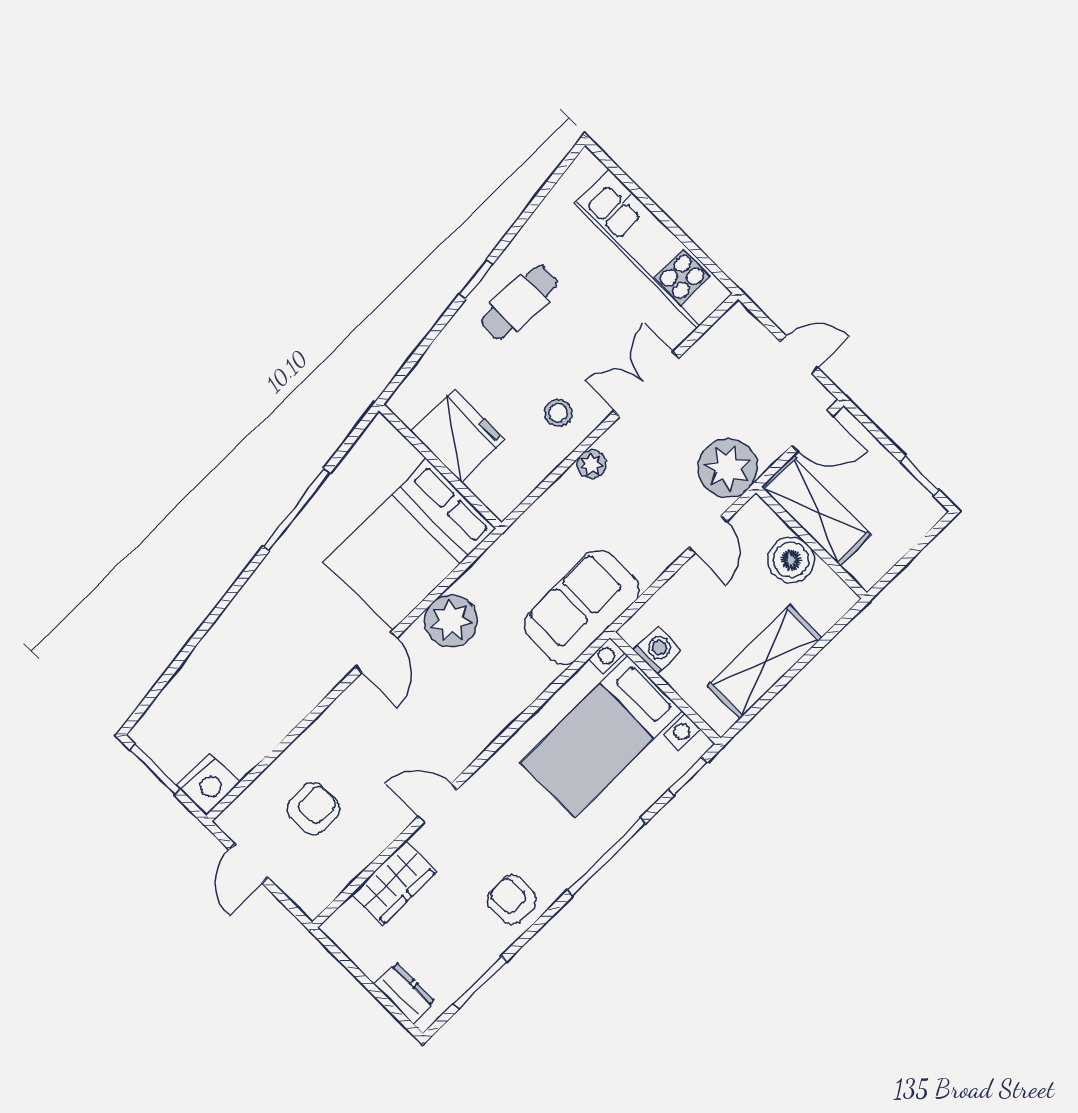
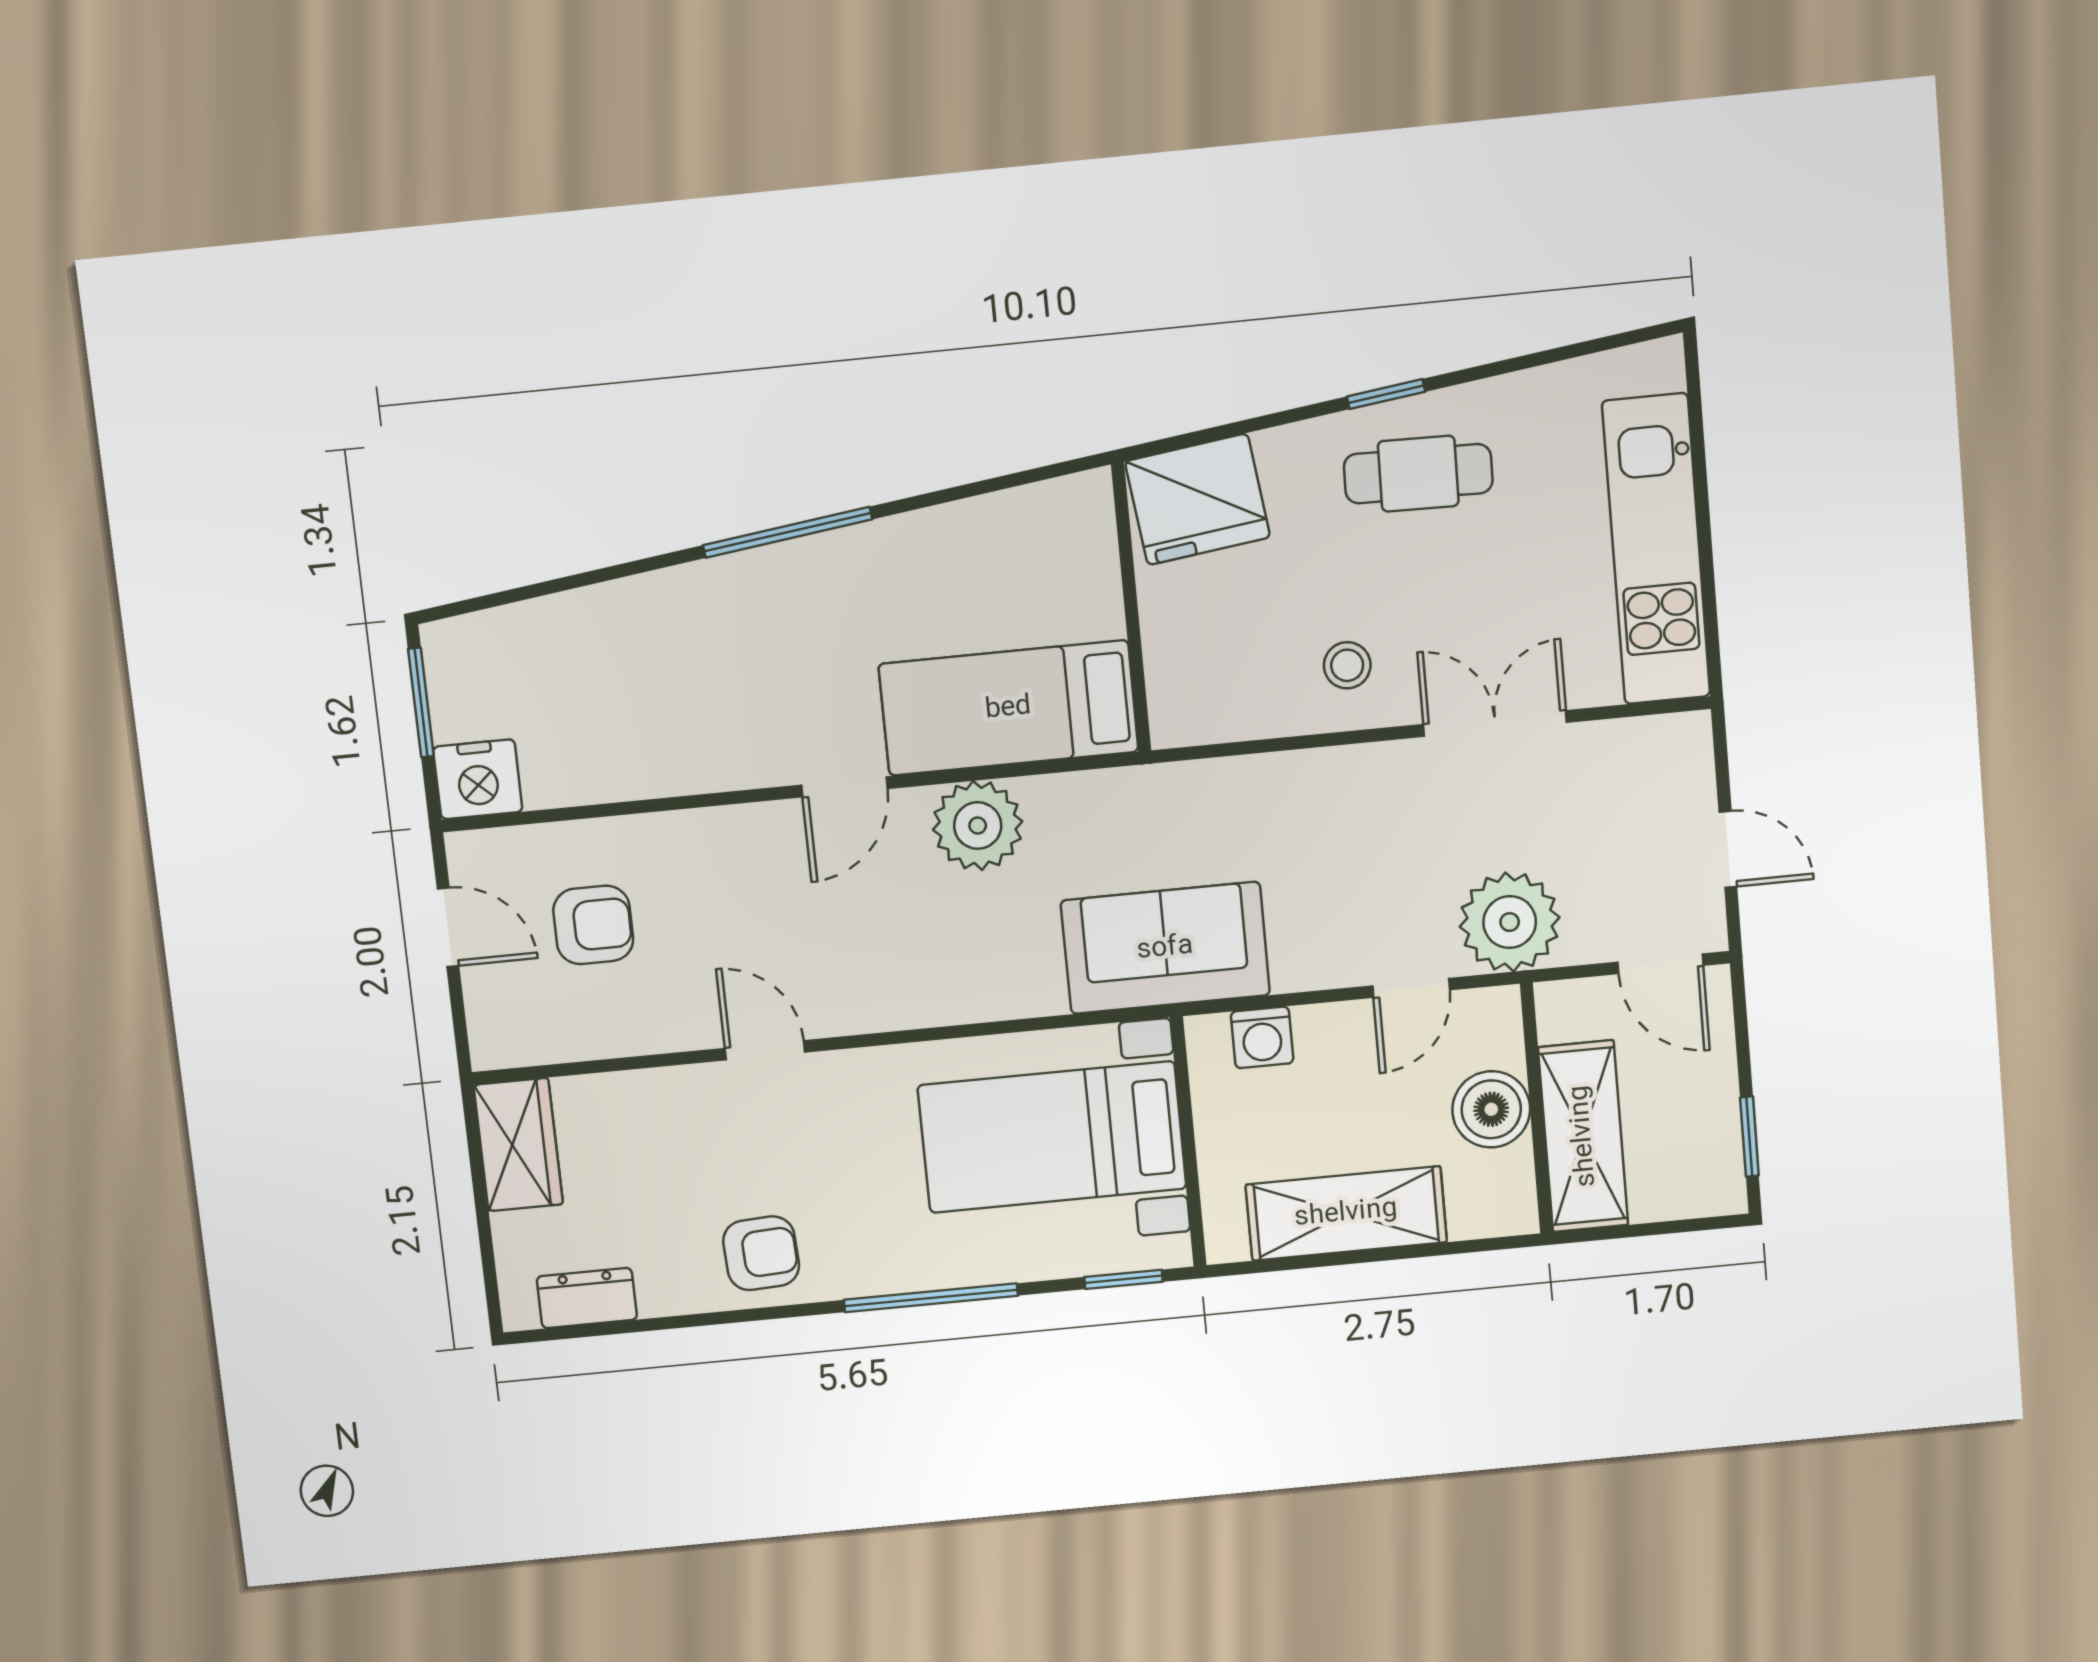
fridge: (458, 436) -> (1198, 499), moved, turned 83
plant: (591, 464) -> (1335, 770), removed
window: (297, 510) -> (788, 532), moved
shelving: (816, 511) -> (1583, 1136), moved
bed: (410, 545) -> (1008, 708), width x0.67
washing machine: (657, 650) -> (1262, 1037), moved, turned 90
door: (248, 864) -> (448, 927), swing flipped
wardrobe: (394, 883) -> (518, 1145), moved, turned -90
armchair: (512, 900) -> (761, 1253), turned 87
window: (480, 983) -> (632, 1326), removed
dresser: (404, 993) -> (587, 1298), moved, turned -90

